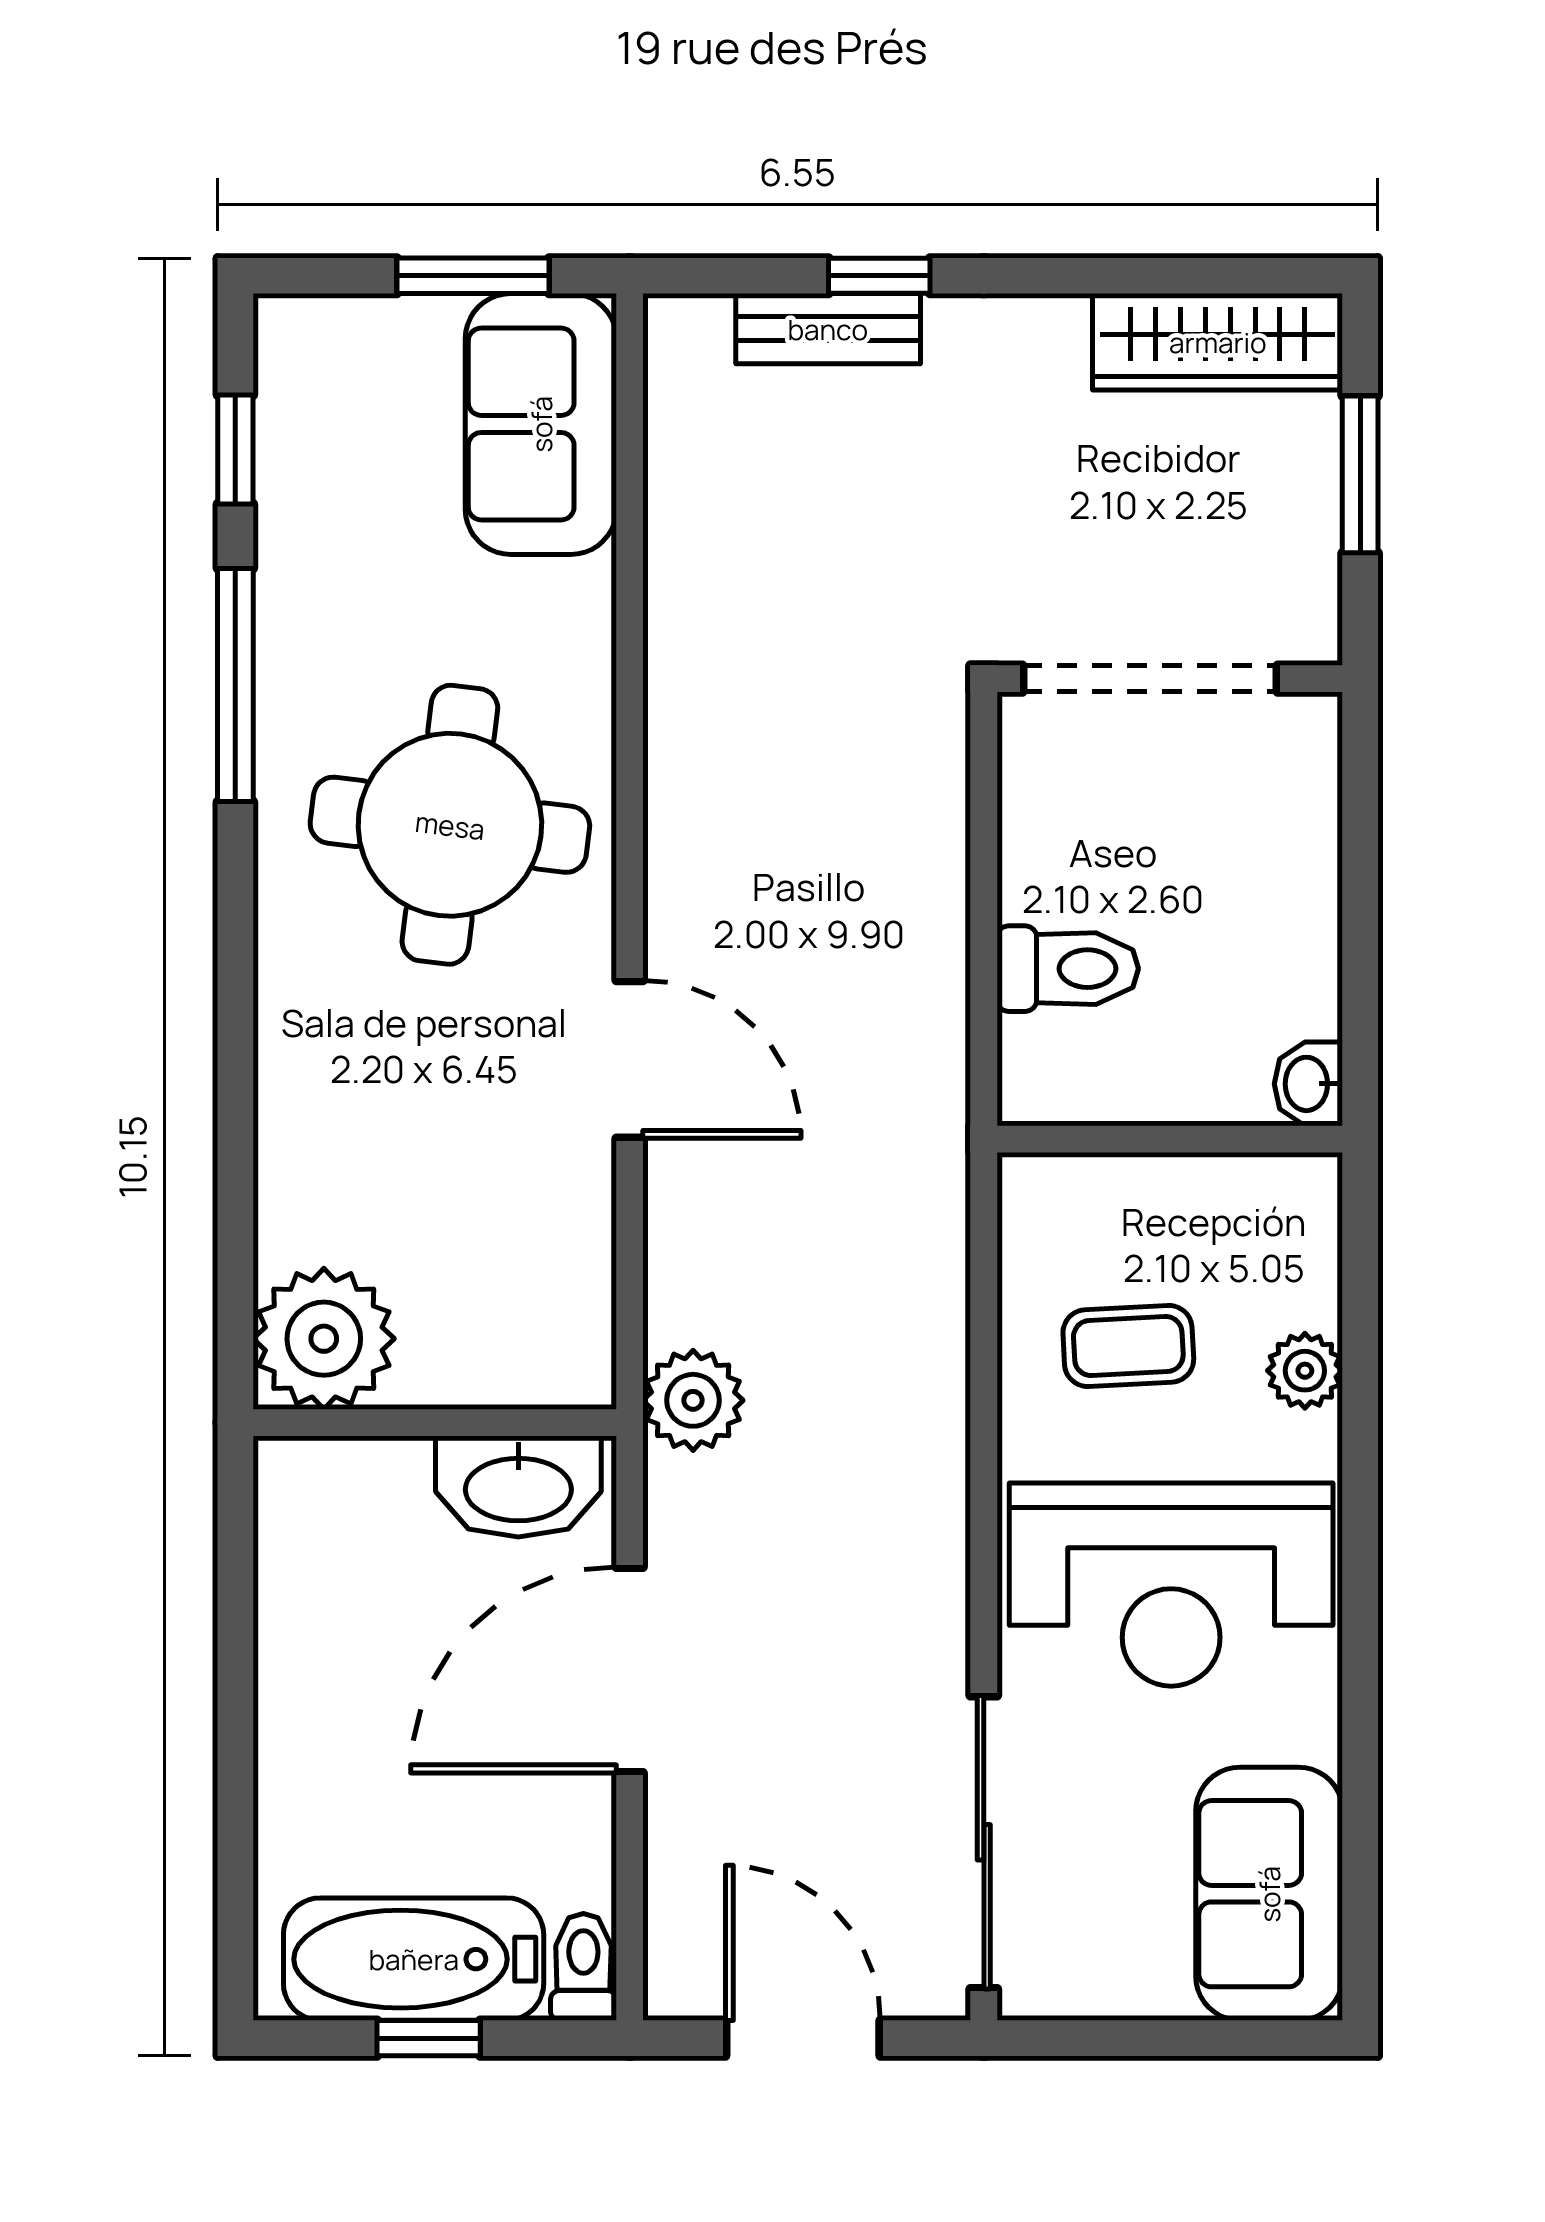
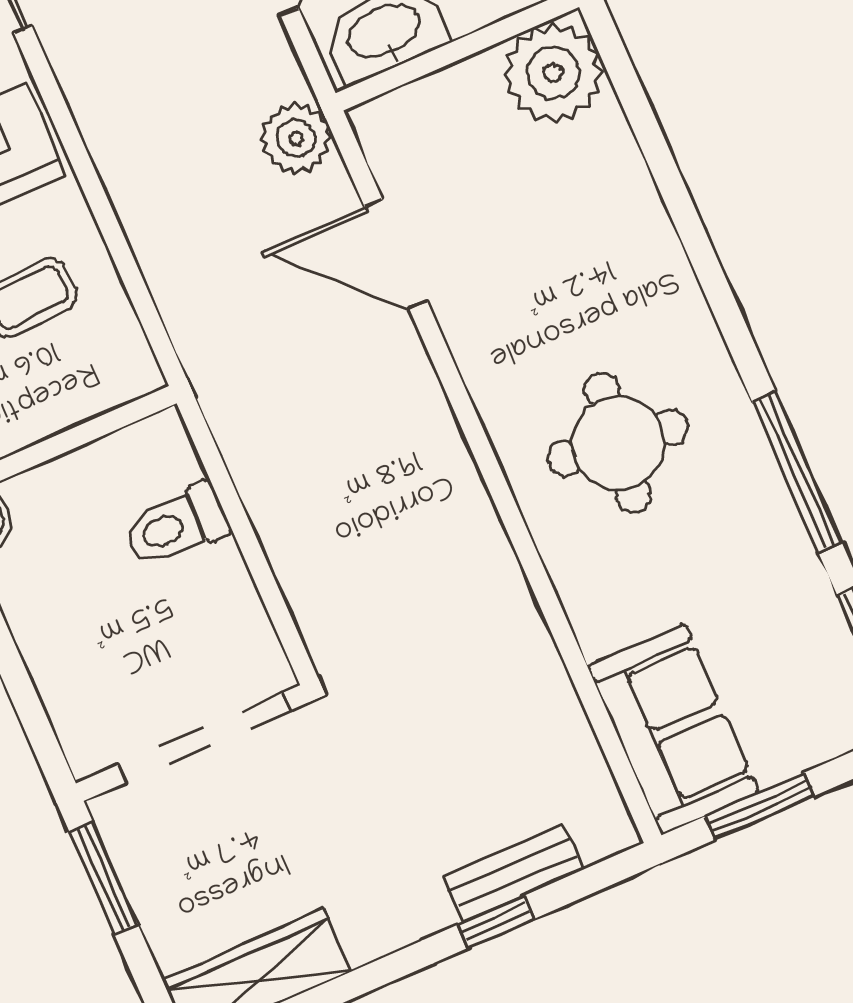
window: (1360, 474) -> (104, 878), moved
round table: (450, 825) -> (618, 443), width x0.73, depth x0.73
door: (630, 1059) -> (396, 254), moved

